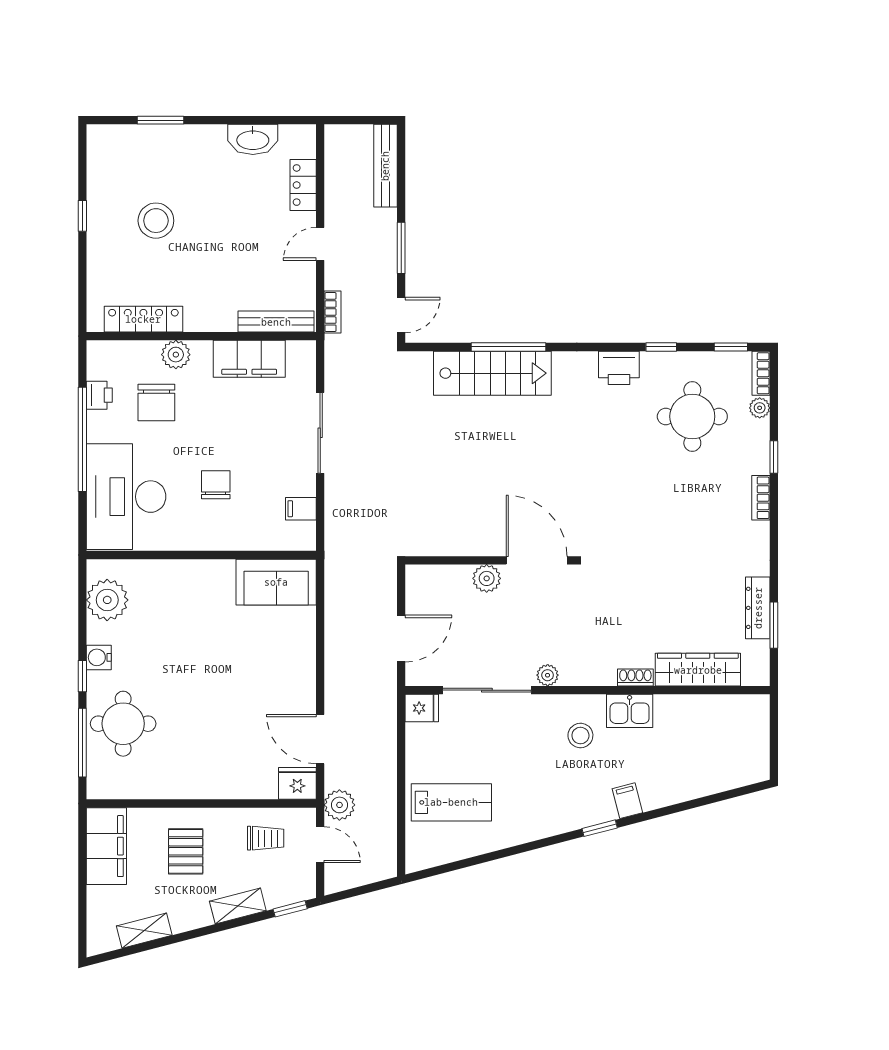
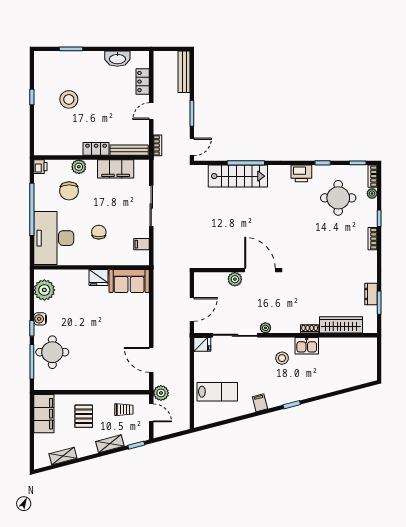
locker: (143, 319) -> (96, 149), moved, width x0.66
printer: (99, 395) -> (40, 167), moved
dresser: (758, 608) -> (371, 294), width x0.70
fridge: (297, 783) -> (99, 278), moved, turned 180
filing cabinet: (627, 801) -> (260, 403), moved

